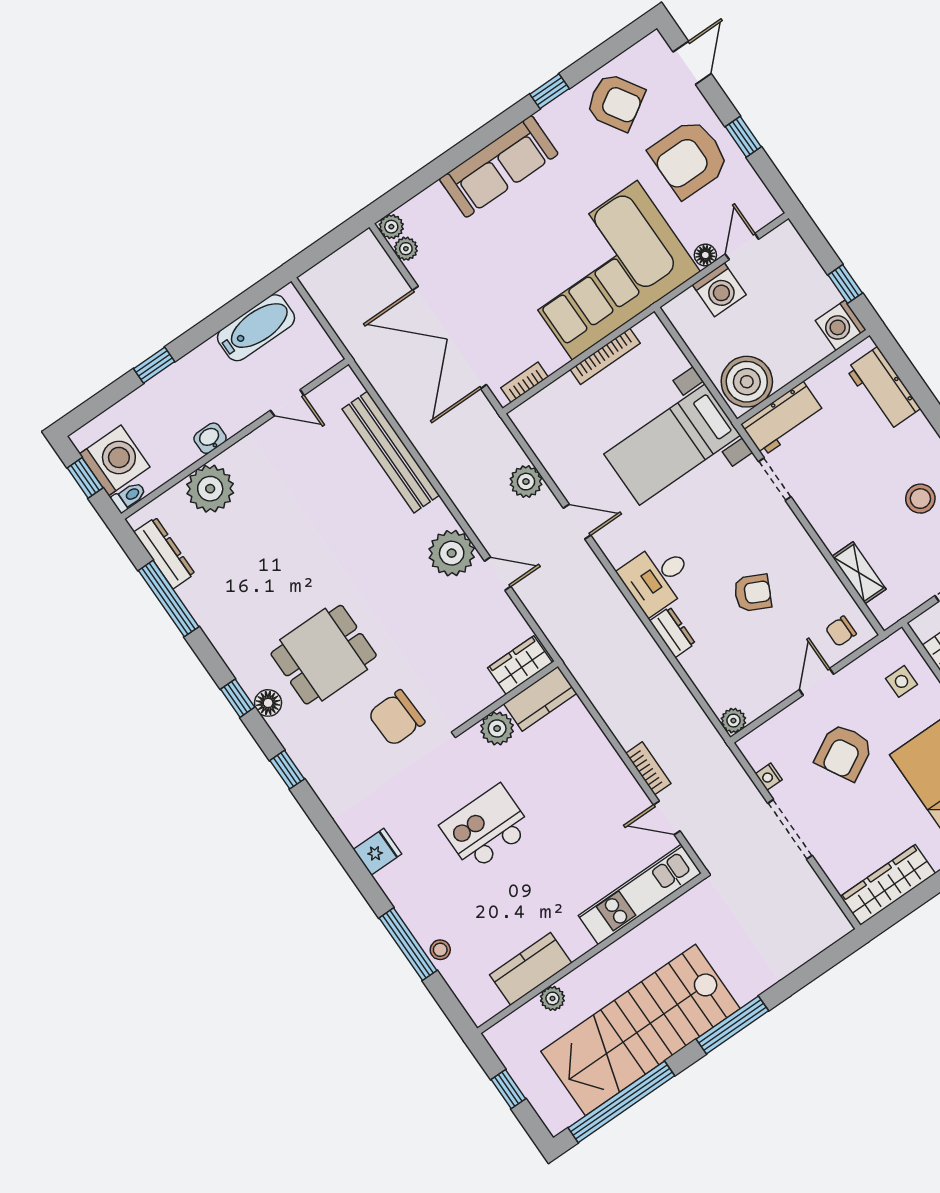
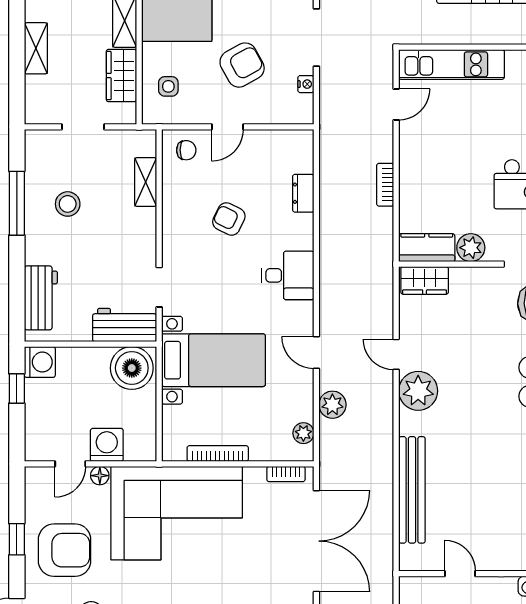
dresser: (672, 632) -> (303, 193), moved
plant: (733, 721) -> (303, 433), moved
bookcase: (648, 768) -> (385, 185), moved
door: (667, 818) -> (396, 104), hinge flipped

